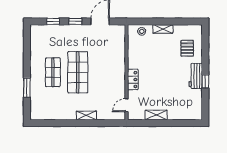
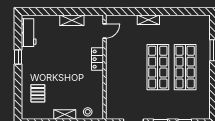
shop shelf: (53, 72) -> (185, 67), width x1.43, depth x1.36
workbench: (196, 76) -> (29, 33), moved

